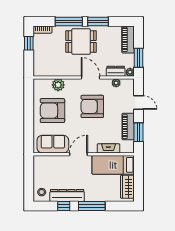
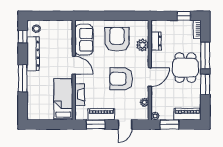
dresser: (116, 71) -> (156, 41), moved
armchair: (92, 106) -> (121, 79), turned -90
wardrobe: (127, 187) -> (42, 113), removed
window: (64, 206) -> (23, 37), moved

